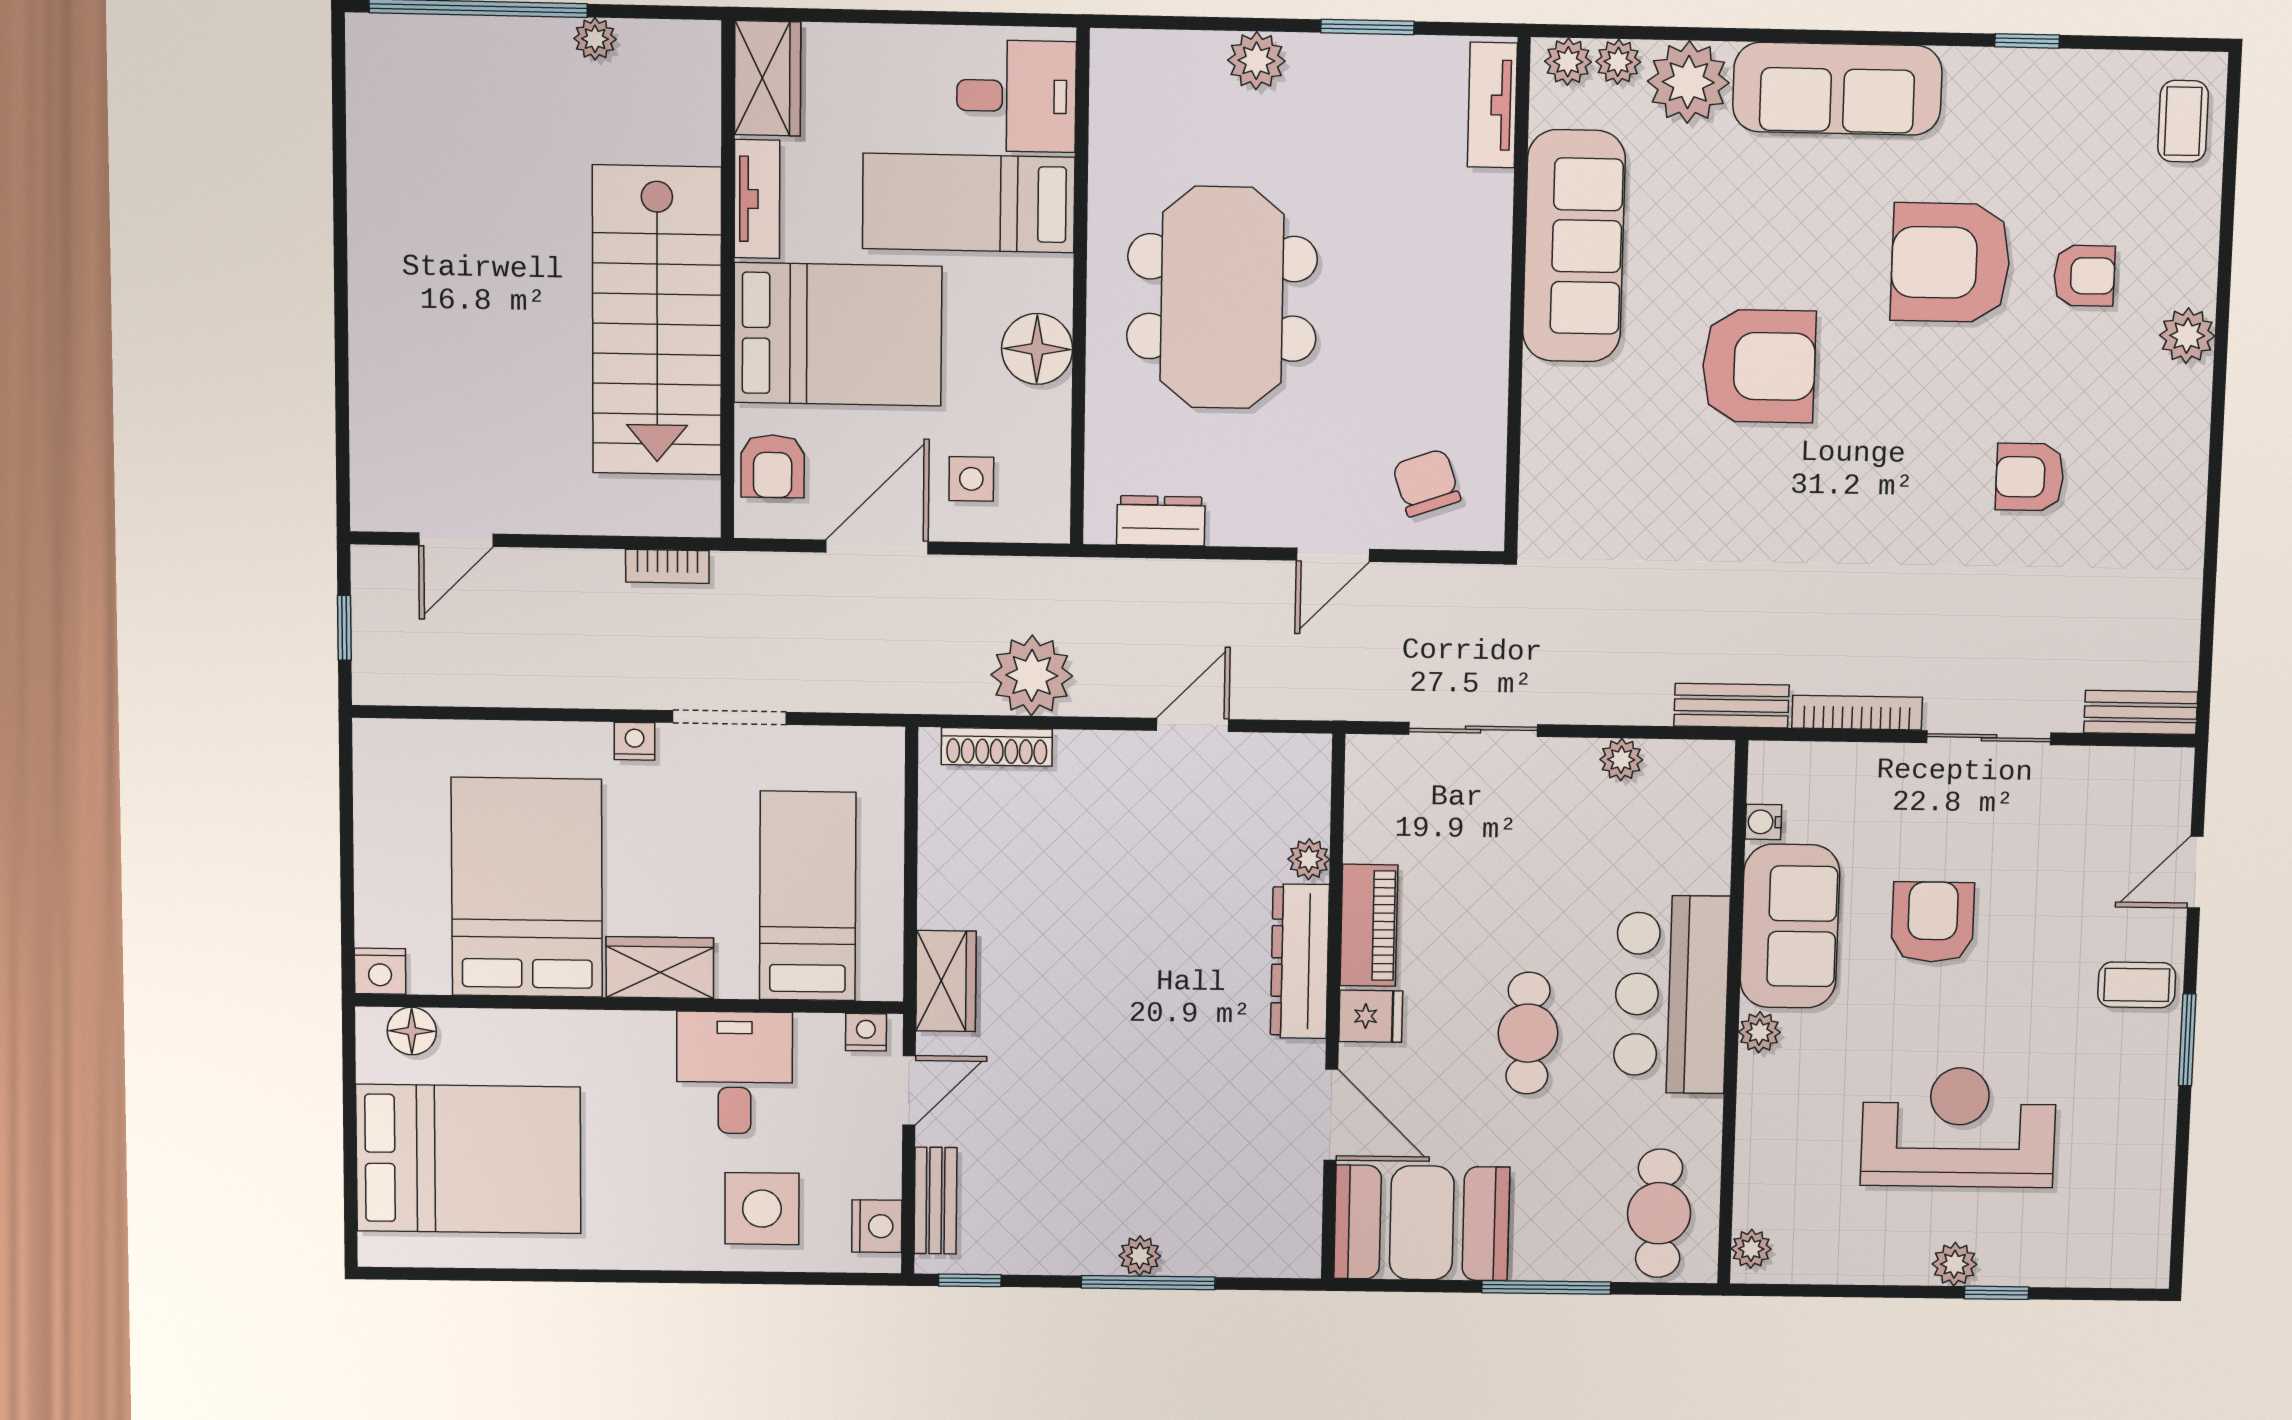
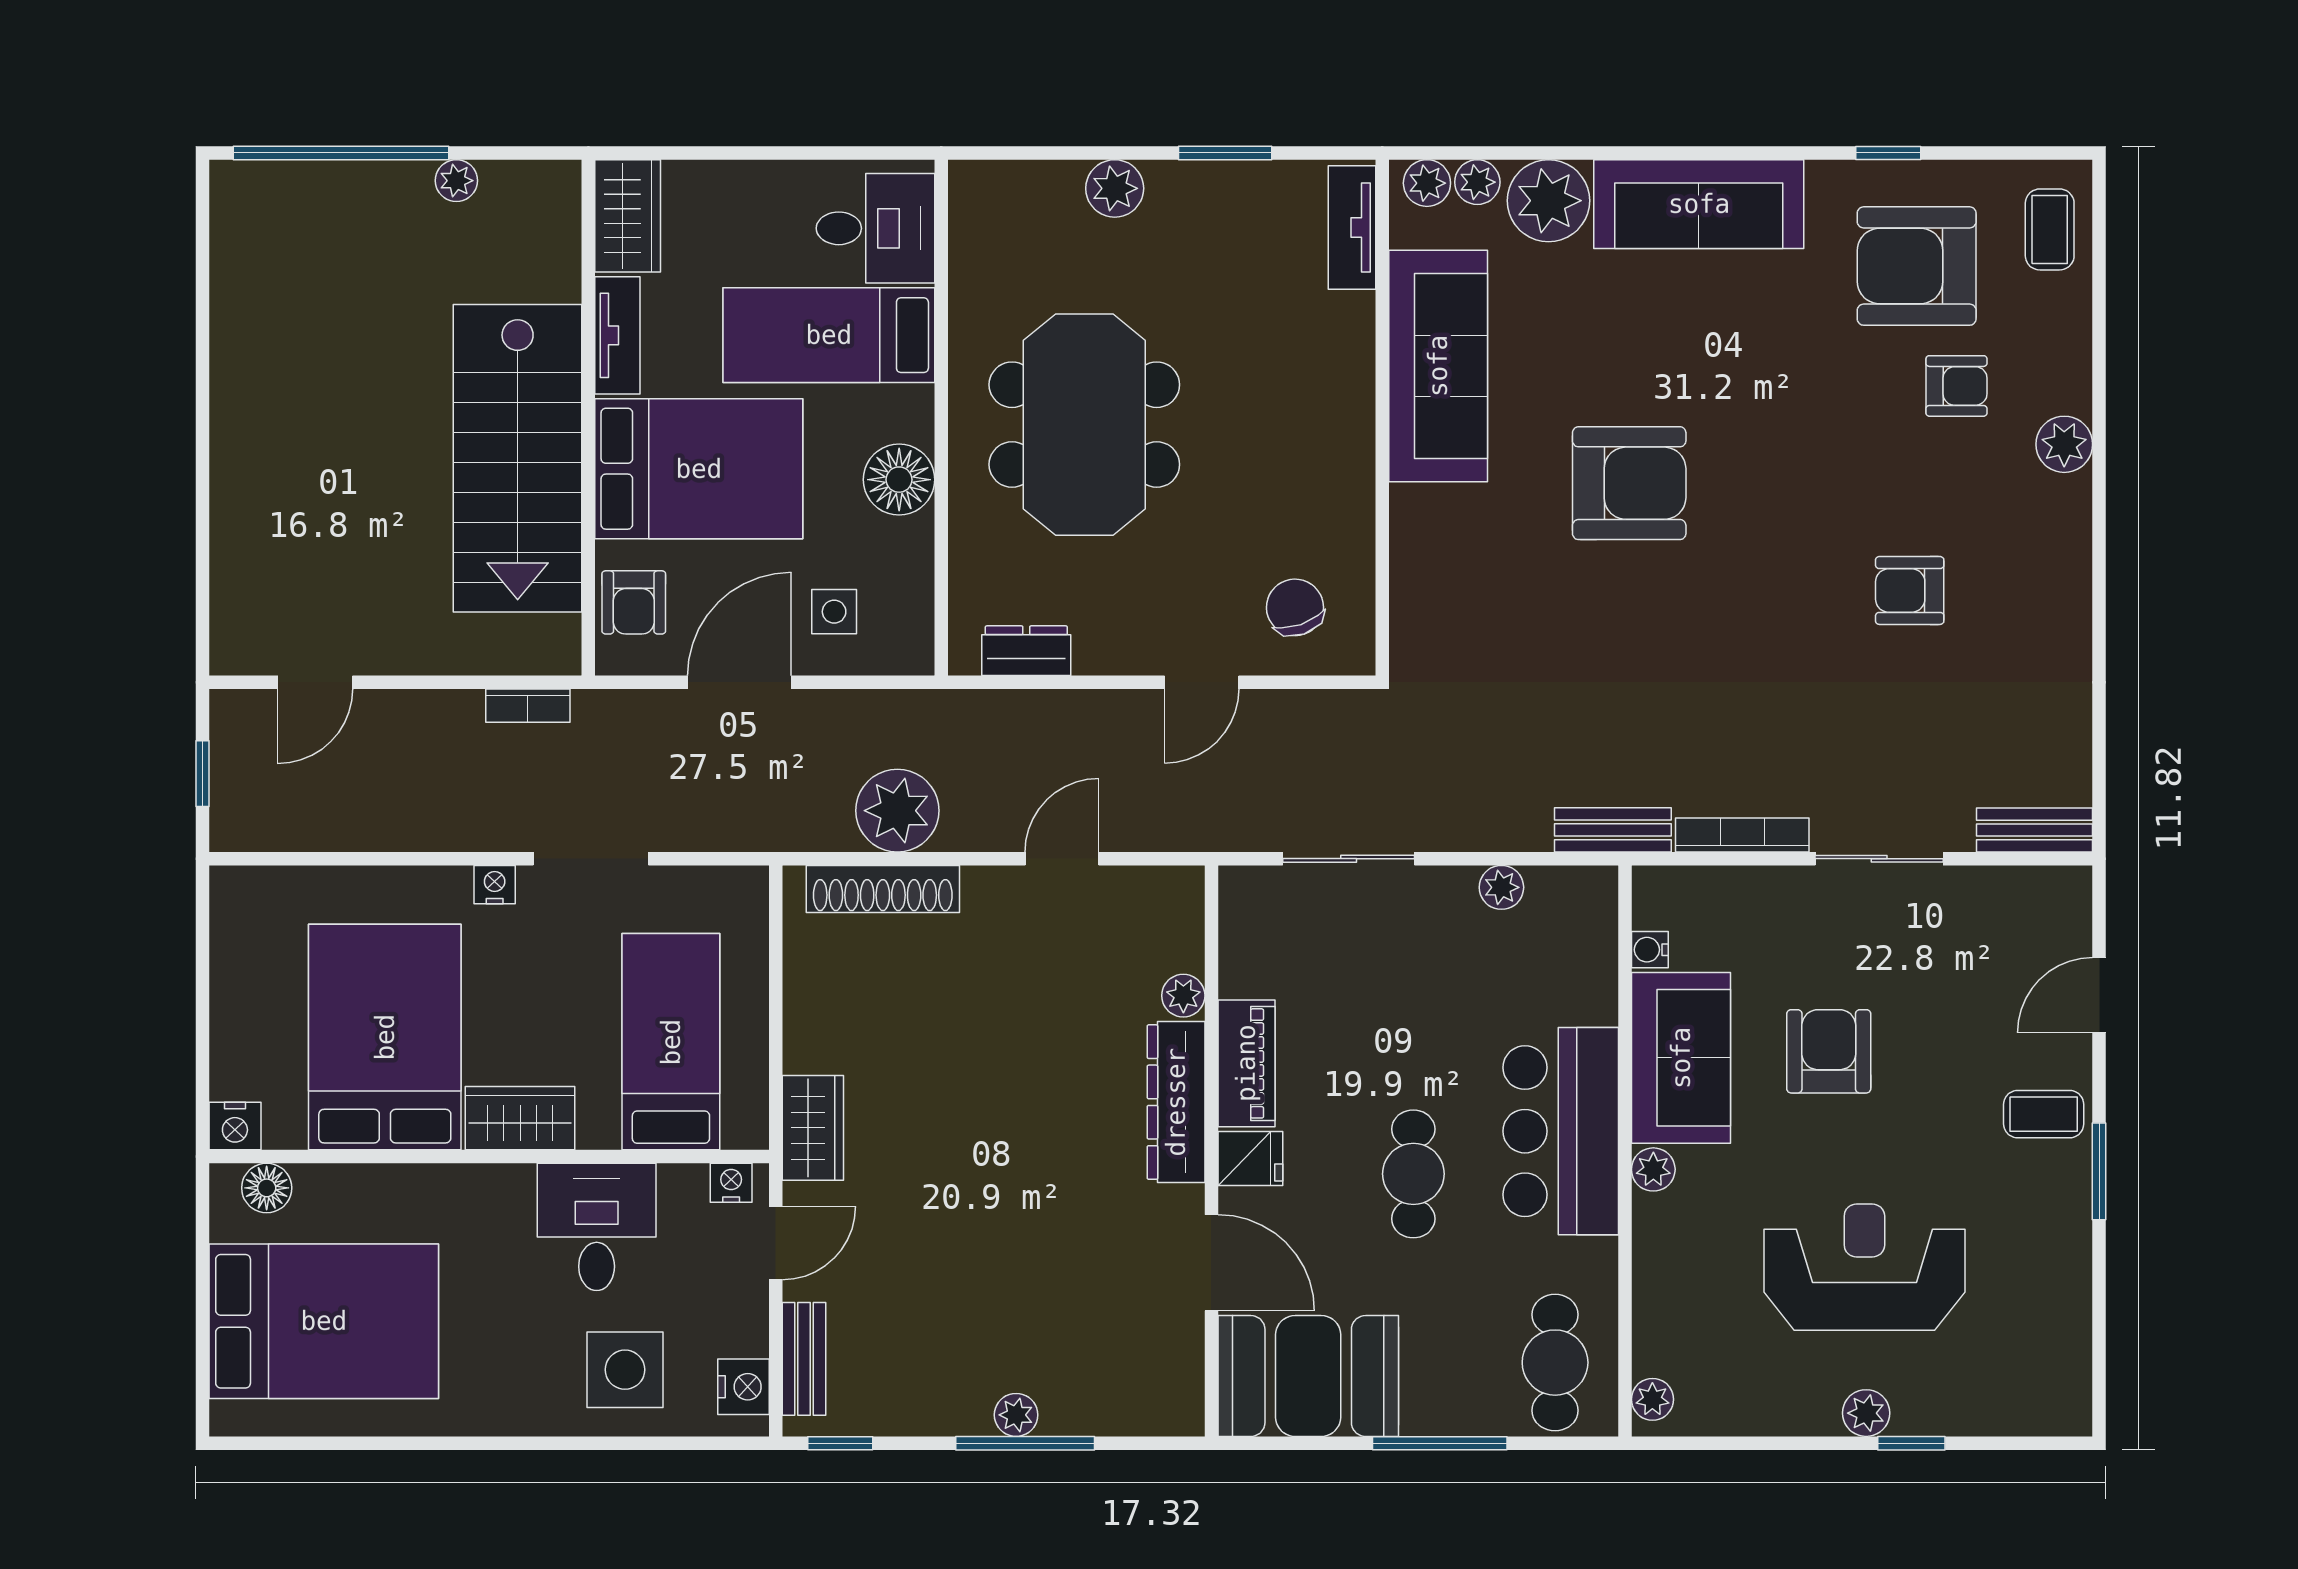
armchair: (1951, 263) -> (1917, 266), moved
shoe rack: (997, 747) -> (883, 889), width x1.36, depth x1.24

